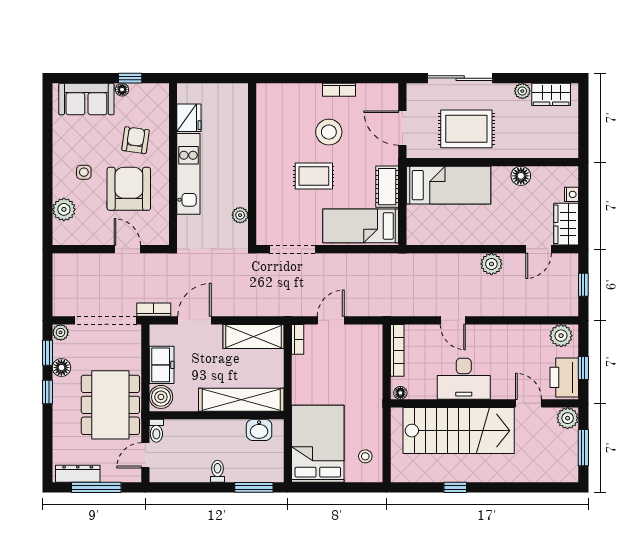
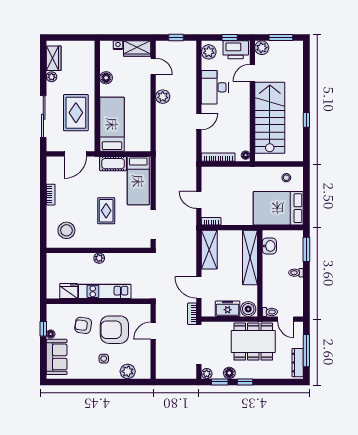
stool: (329, 132) -> (66, 230), moved
plant: (240, 215) -> (99, 258), moved
desk: (464, 379) -> (215, 87), moved, turned 180

